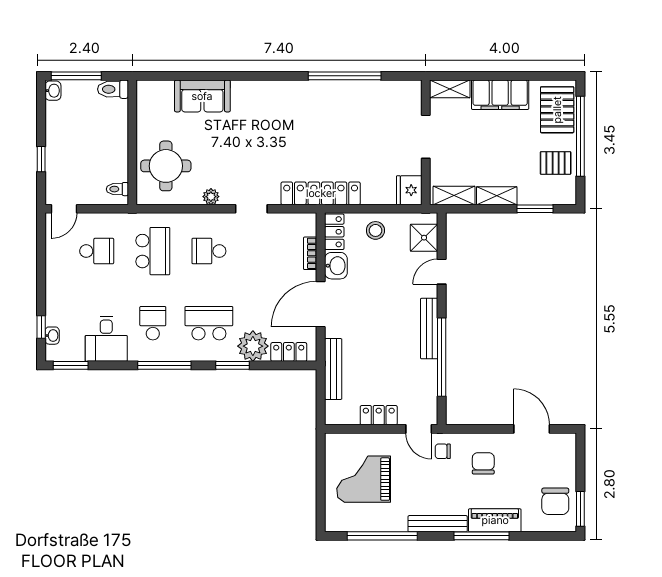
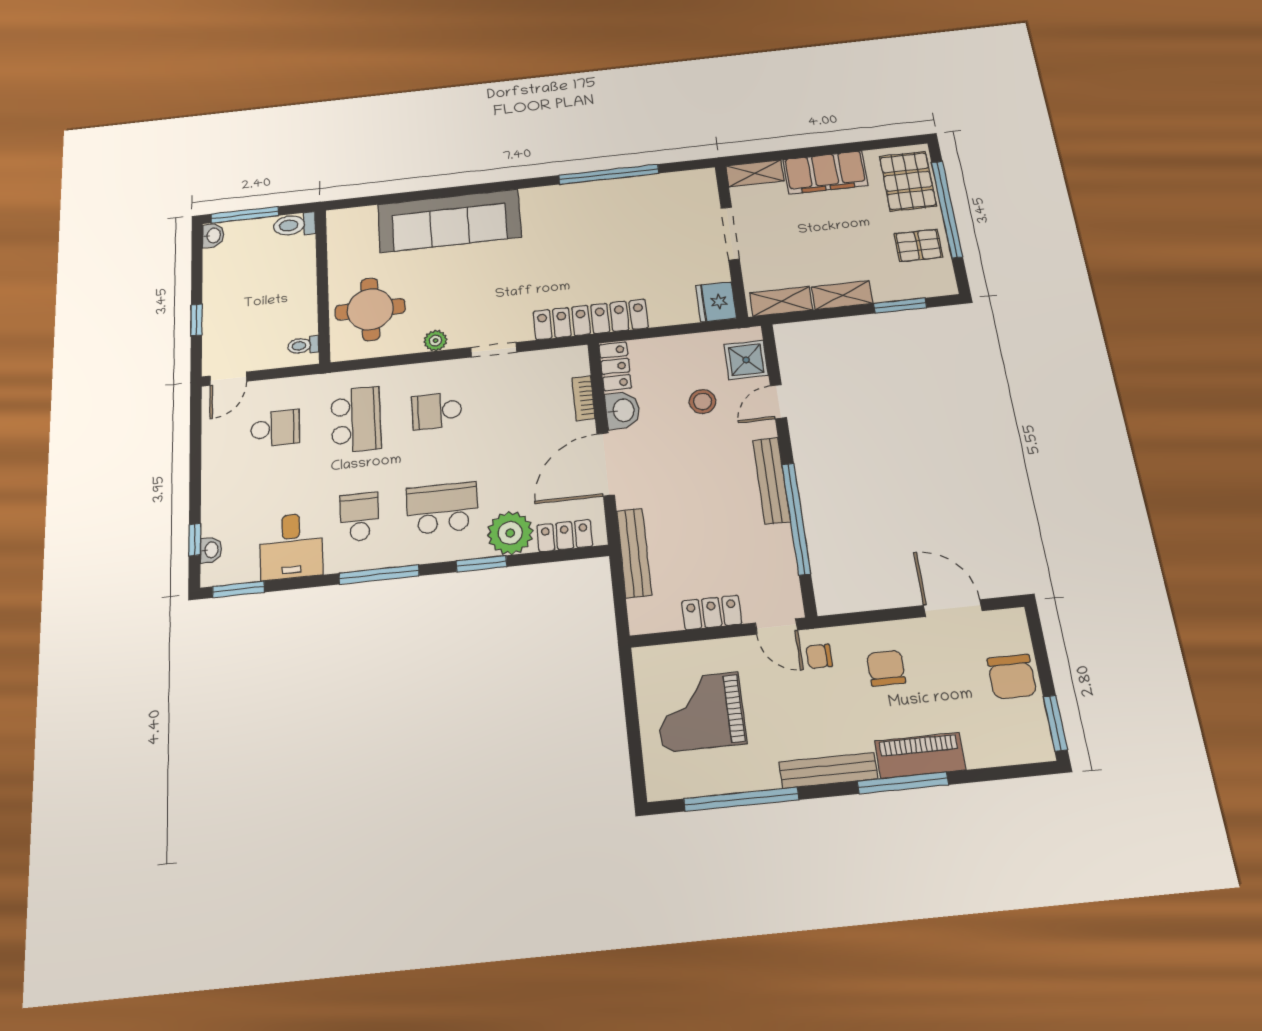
sofa: (202, 96) -> (449, 221), width x1.85, depth x1.27
stool: (375, 230) -> (703, 401), moved
chair: (555, 501) -> (1012, 677), moved

